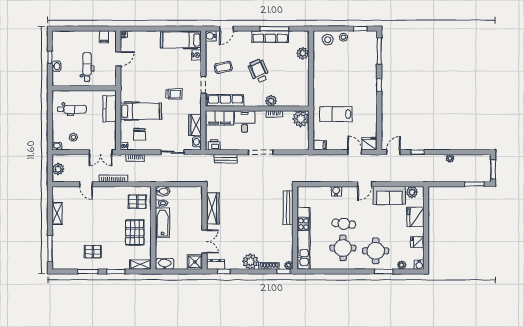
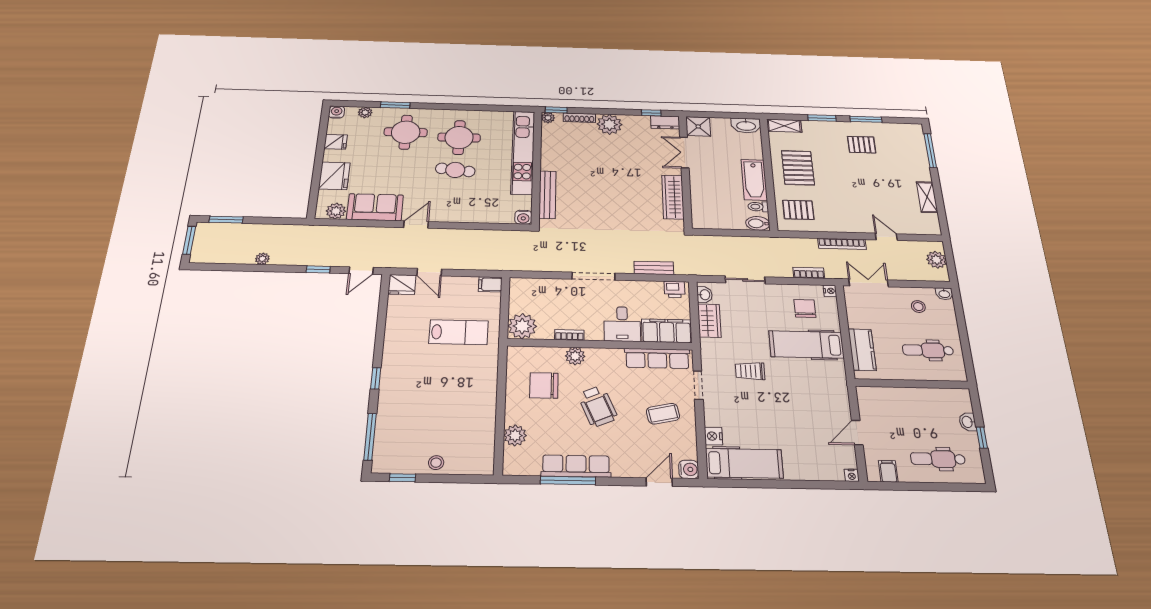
stool: (328, 40) -> (467, 459), removed
dental chair: (87, 67) -> (938, 459), moved, turned 90
chair: (288, 83) -> (544, 385), added
water cooler: (336, 191) -> (523, 217), moved

